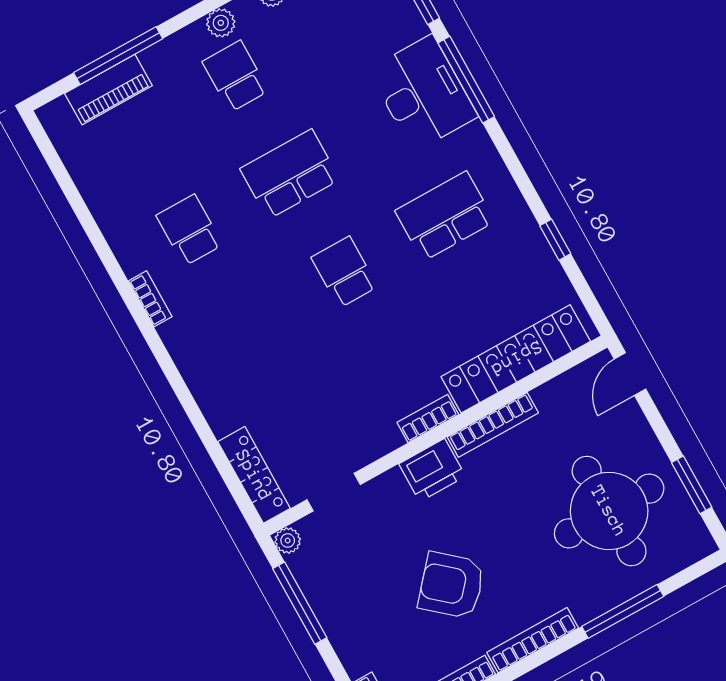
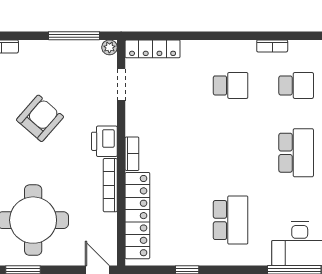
school desk: (344, 272) -> (231, 85), moved

